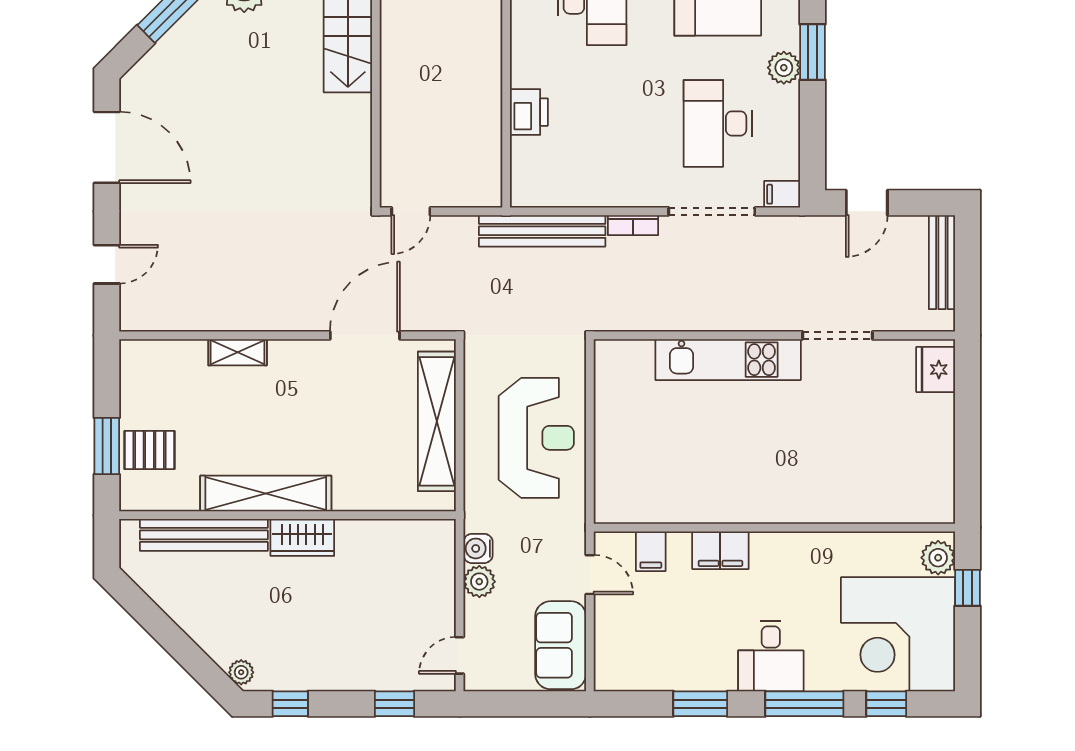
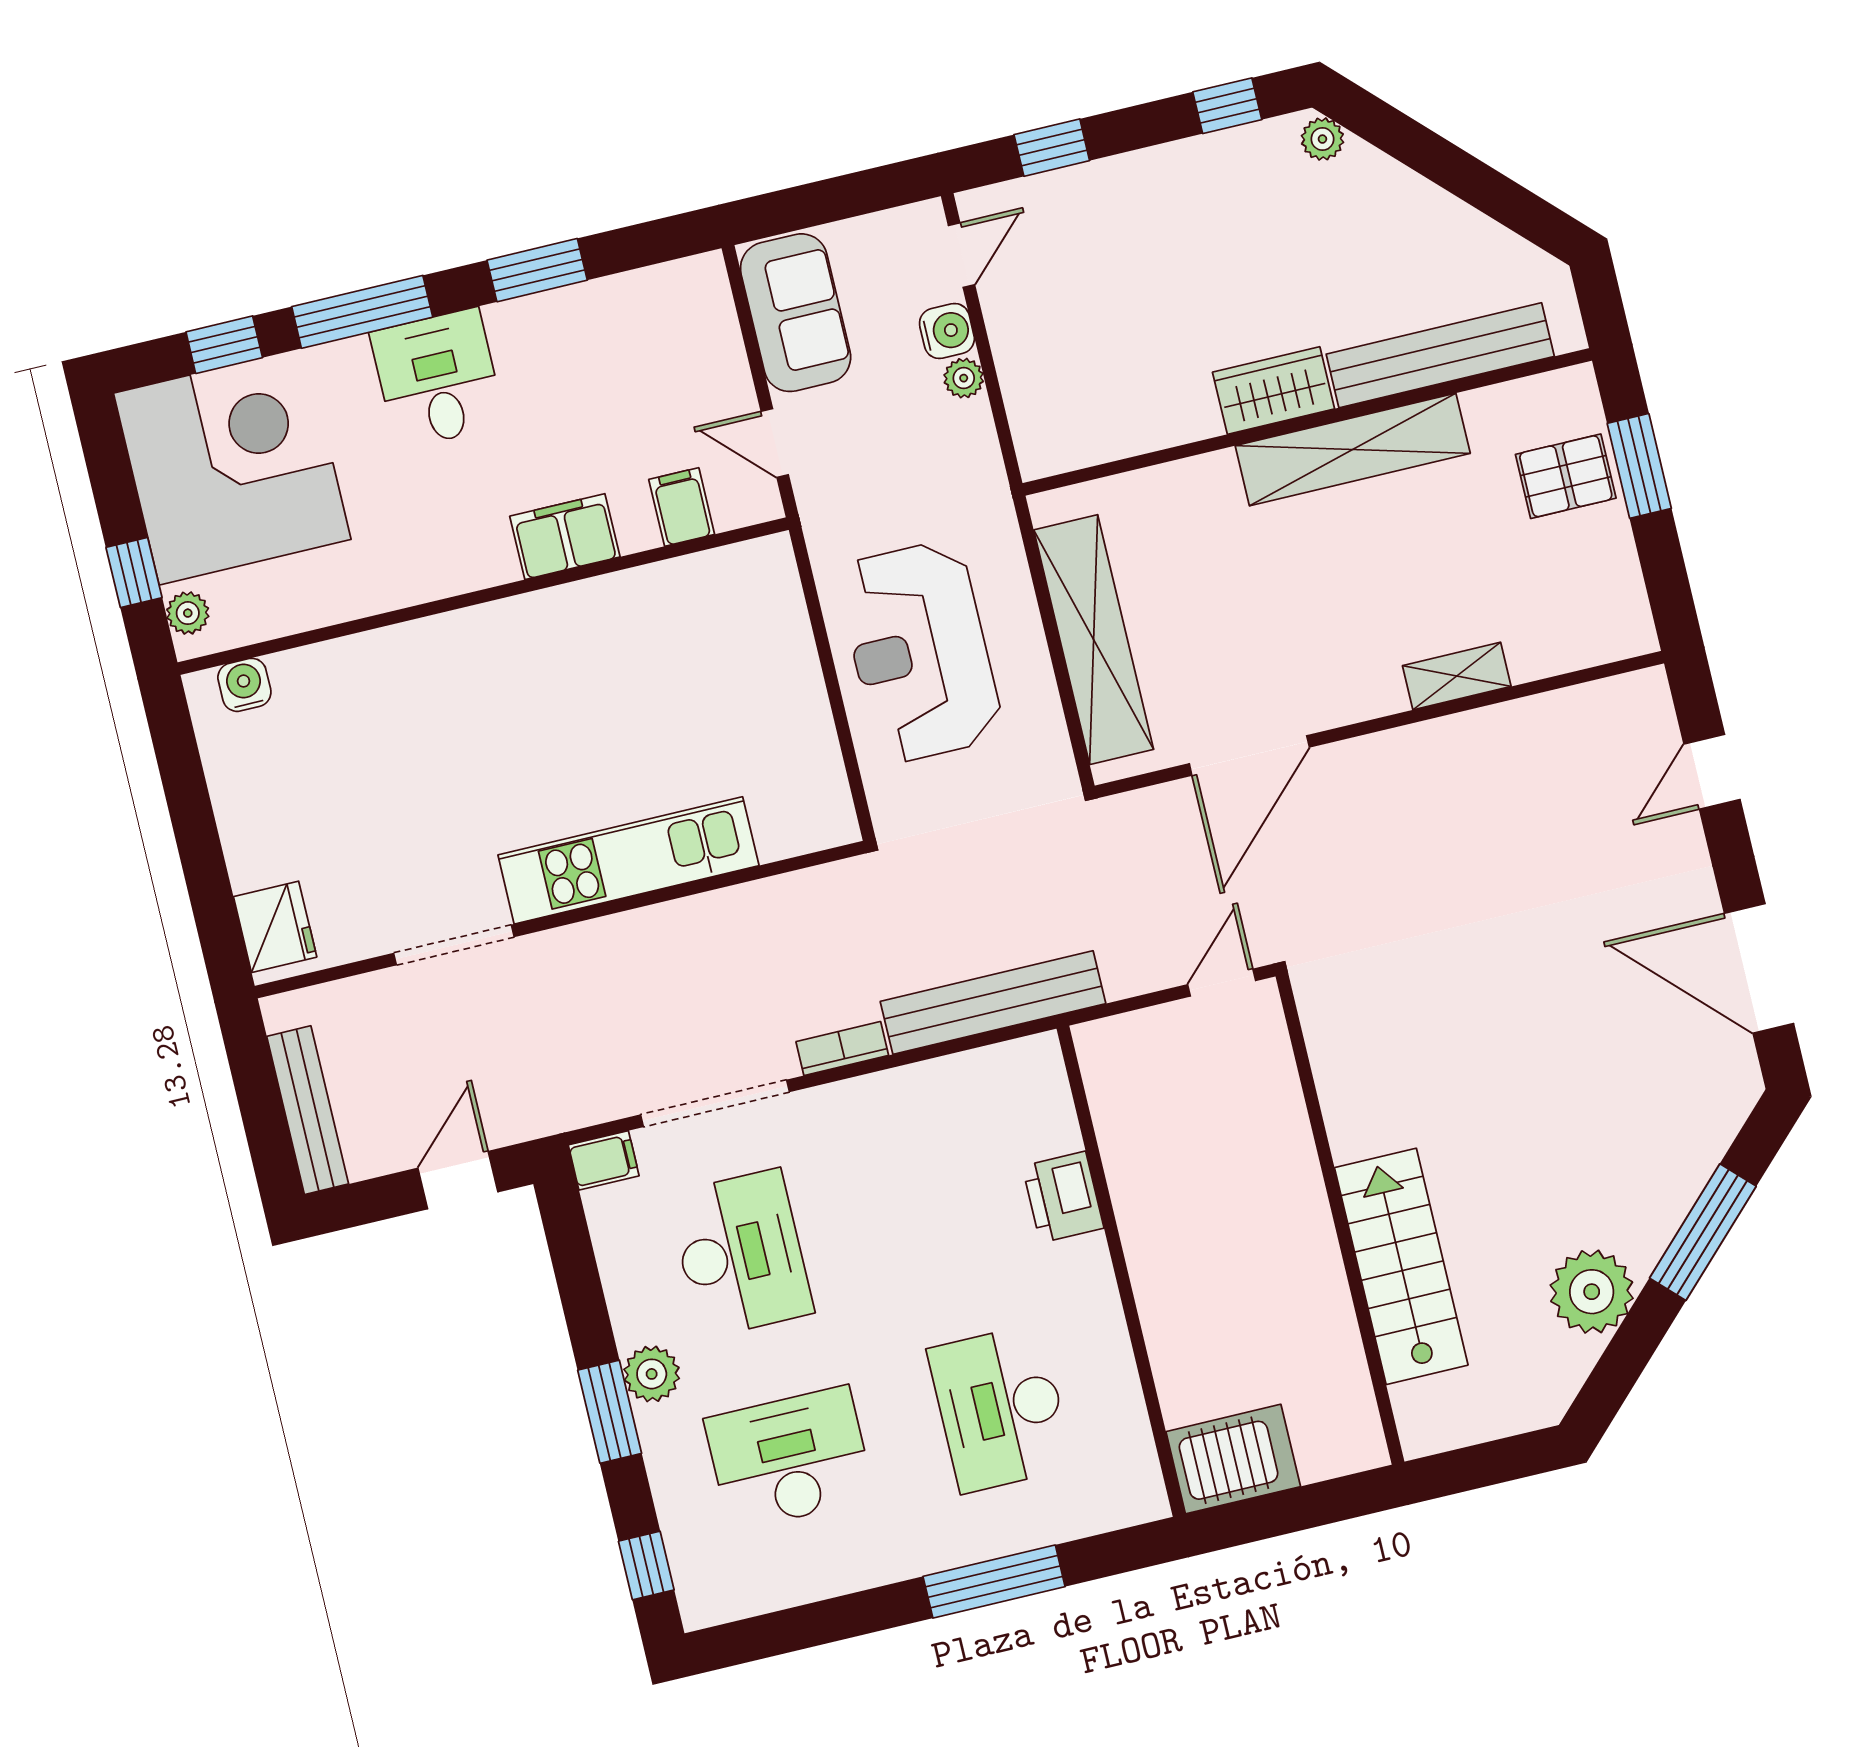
water cooler: (920, 510) -> (244, 685), added
water cooler: (478, 548) -> (947, 331), moved
plant: (938, 558) -> (188, 613), width x0.73, depth x0.73
plant: (479, 582) -> (964, 378), width x0.73, depth x0.73

